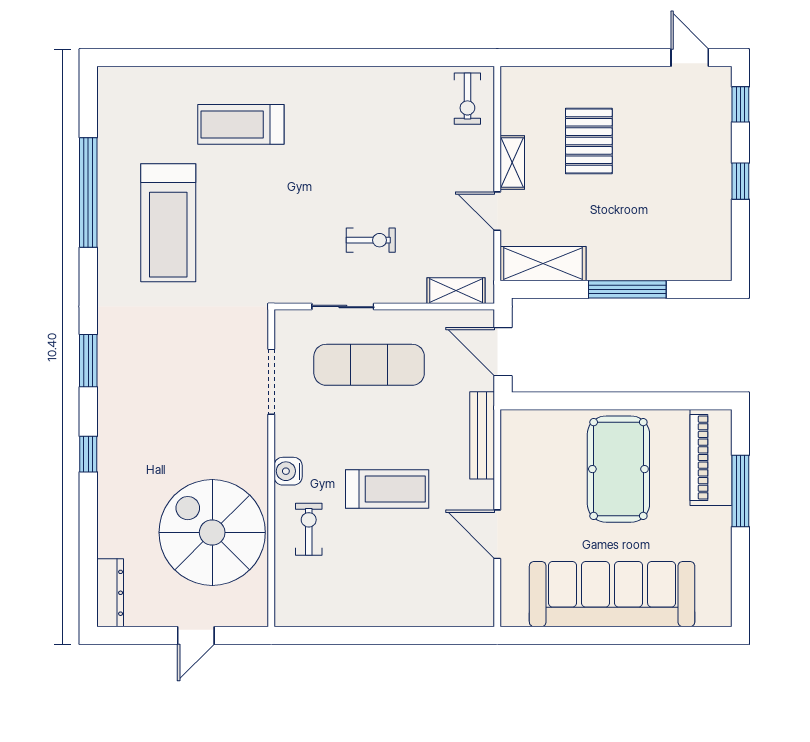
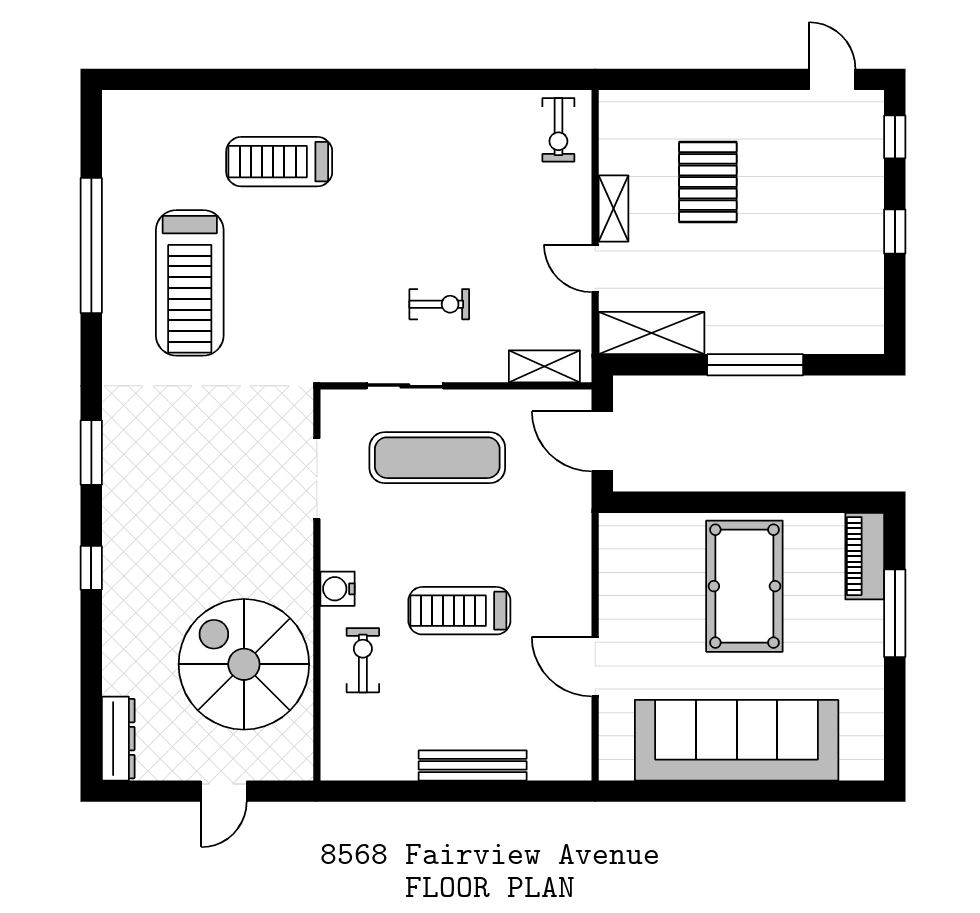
bench: (482, 435) -> (473, 765), moved, turned 90
piano: (711, 458) -> (865, 556), width x0.73, depth x0.75
treadmill: (387, 489) -> (459, 611), turned 180

